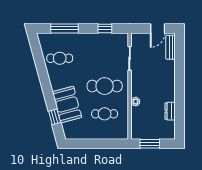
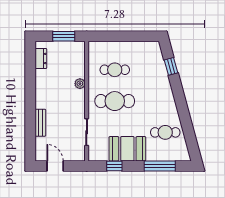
door: (158, 28) -> (55, 166), hinge flipped
bench: (171, 47) -> (40, 123), moved
booth: (67, 105) -> (127, 149), moved, turned -75
dresser: (170, 111) -> (41, 58), moved

